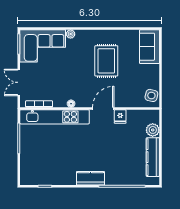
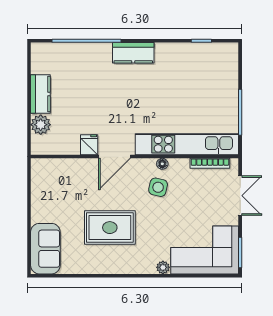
rug: (106, 61) -> (110, 228), turned 90
side table: (151, 95) -> (158, 187), moved
kitchen counter: (153, 157) -> (40, 94), width x0.67

